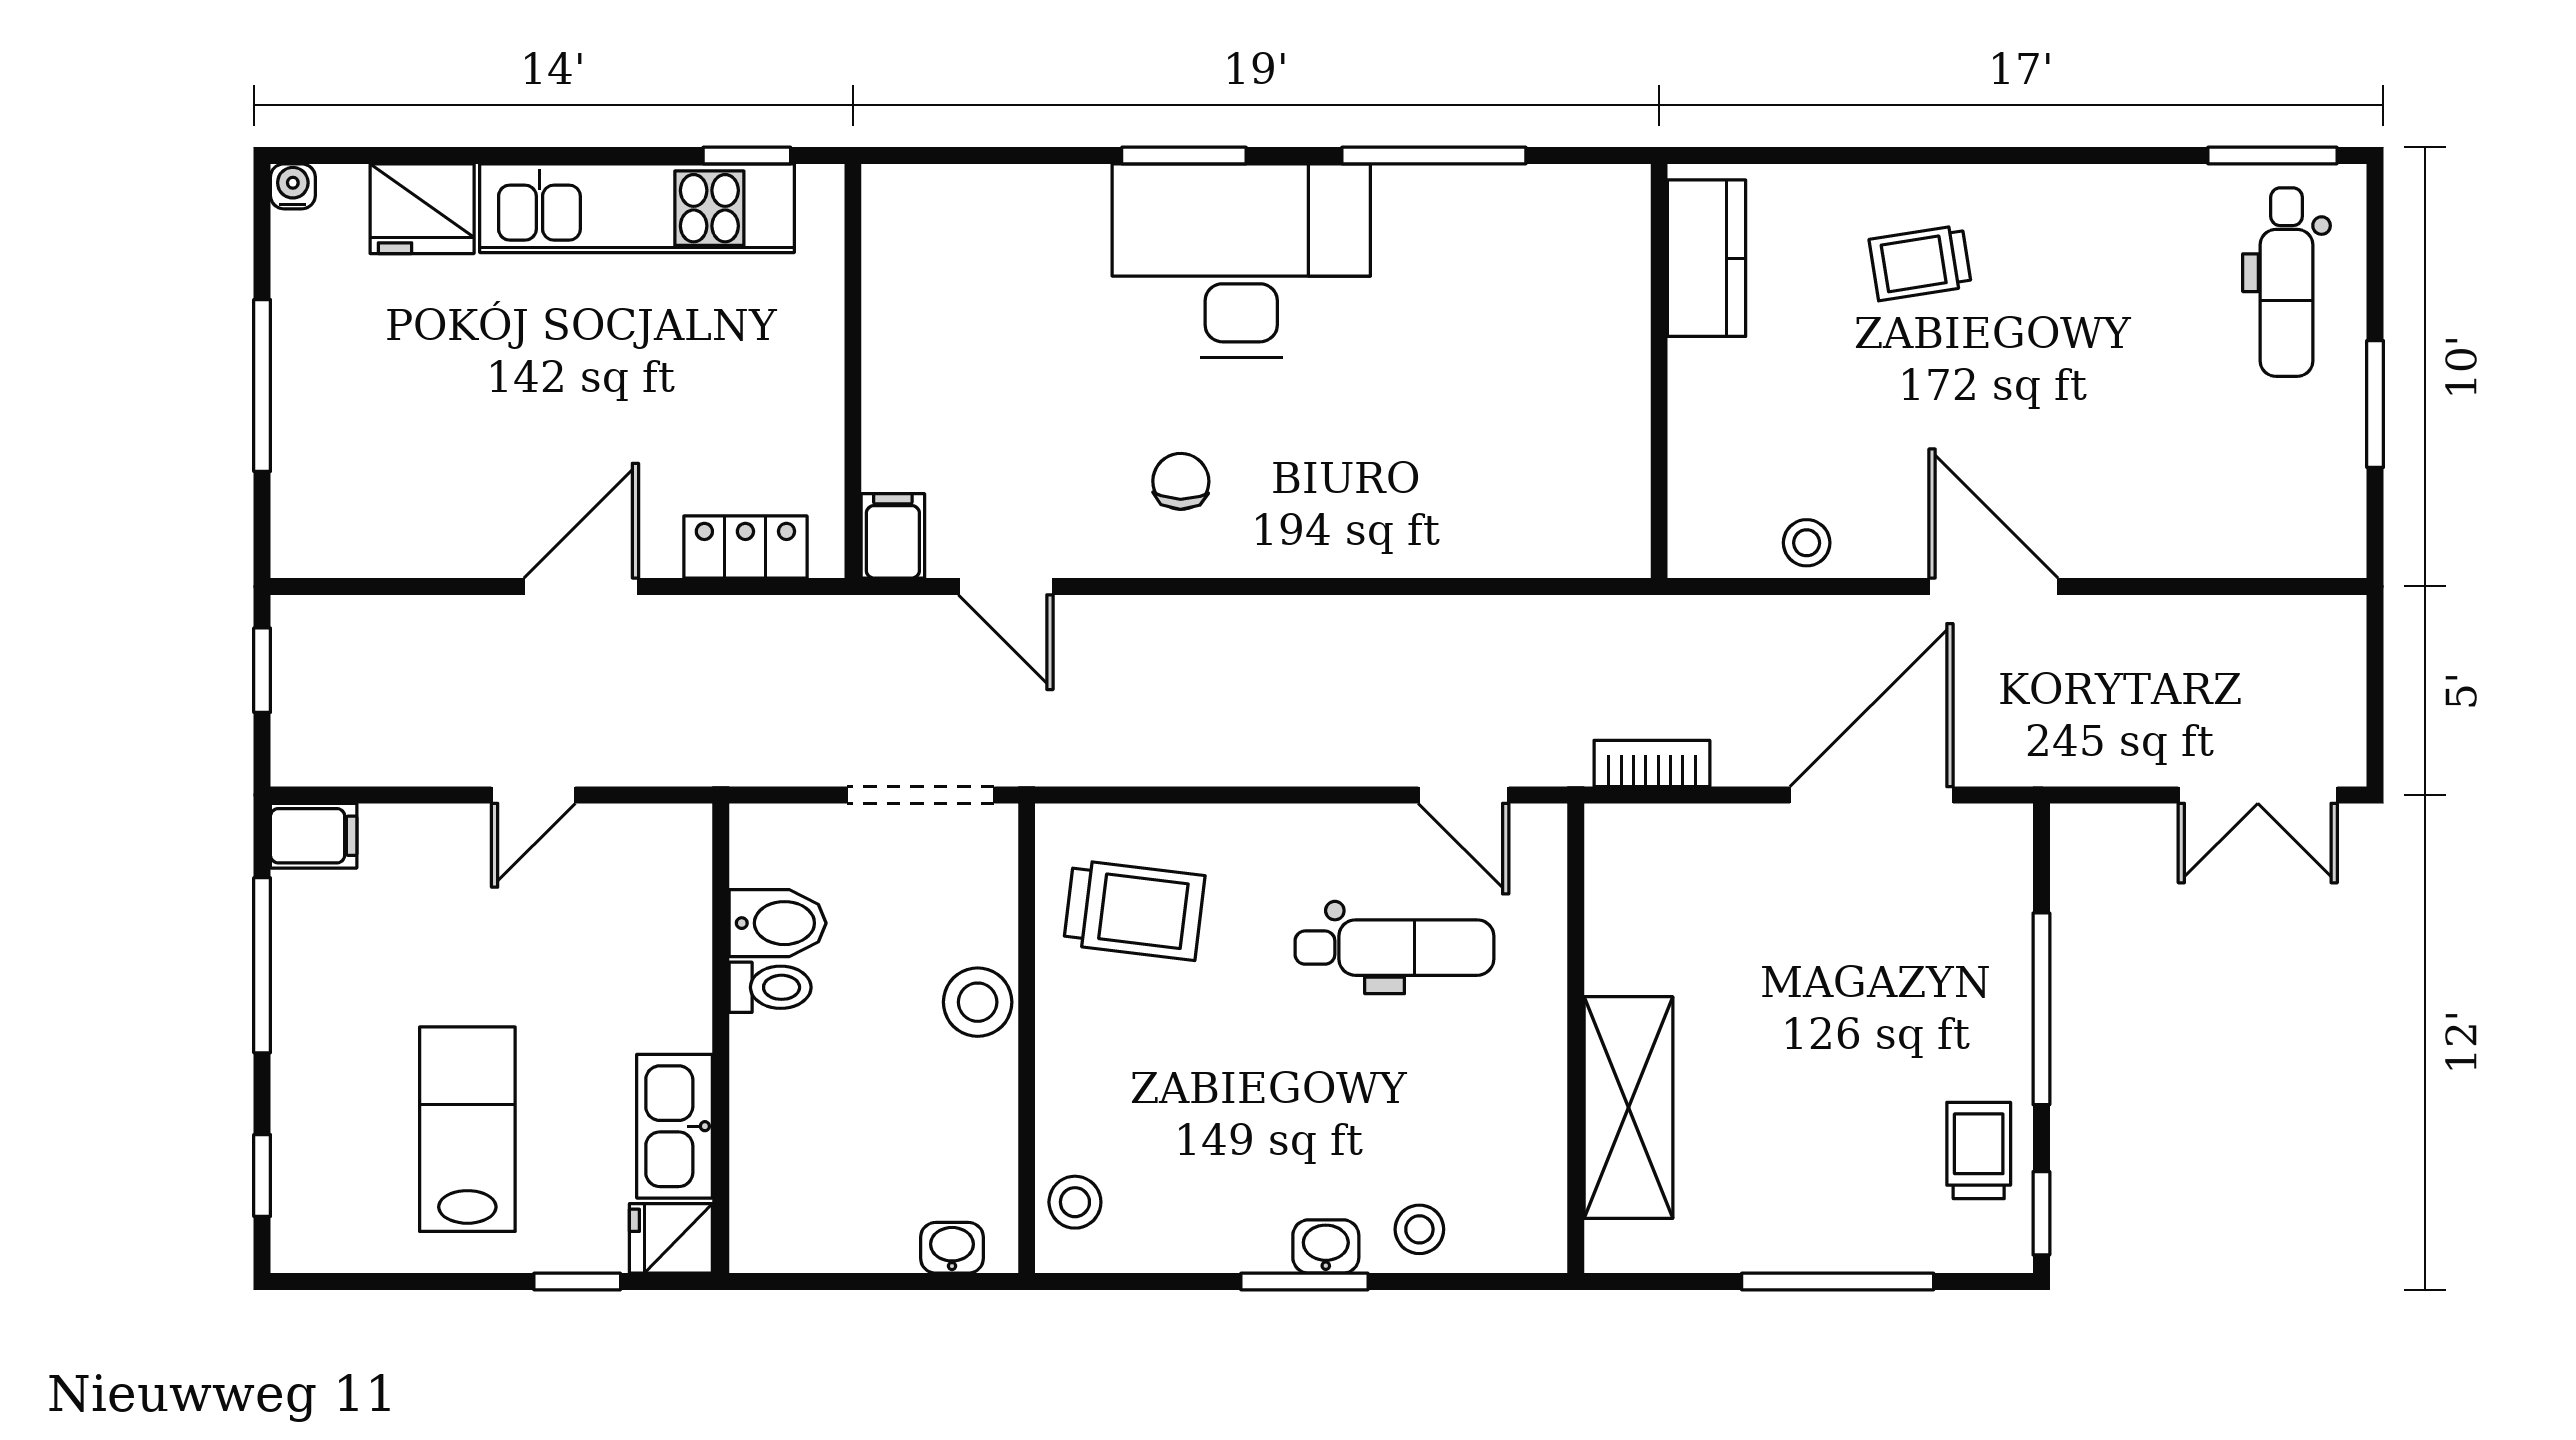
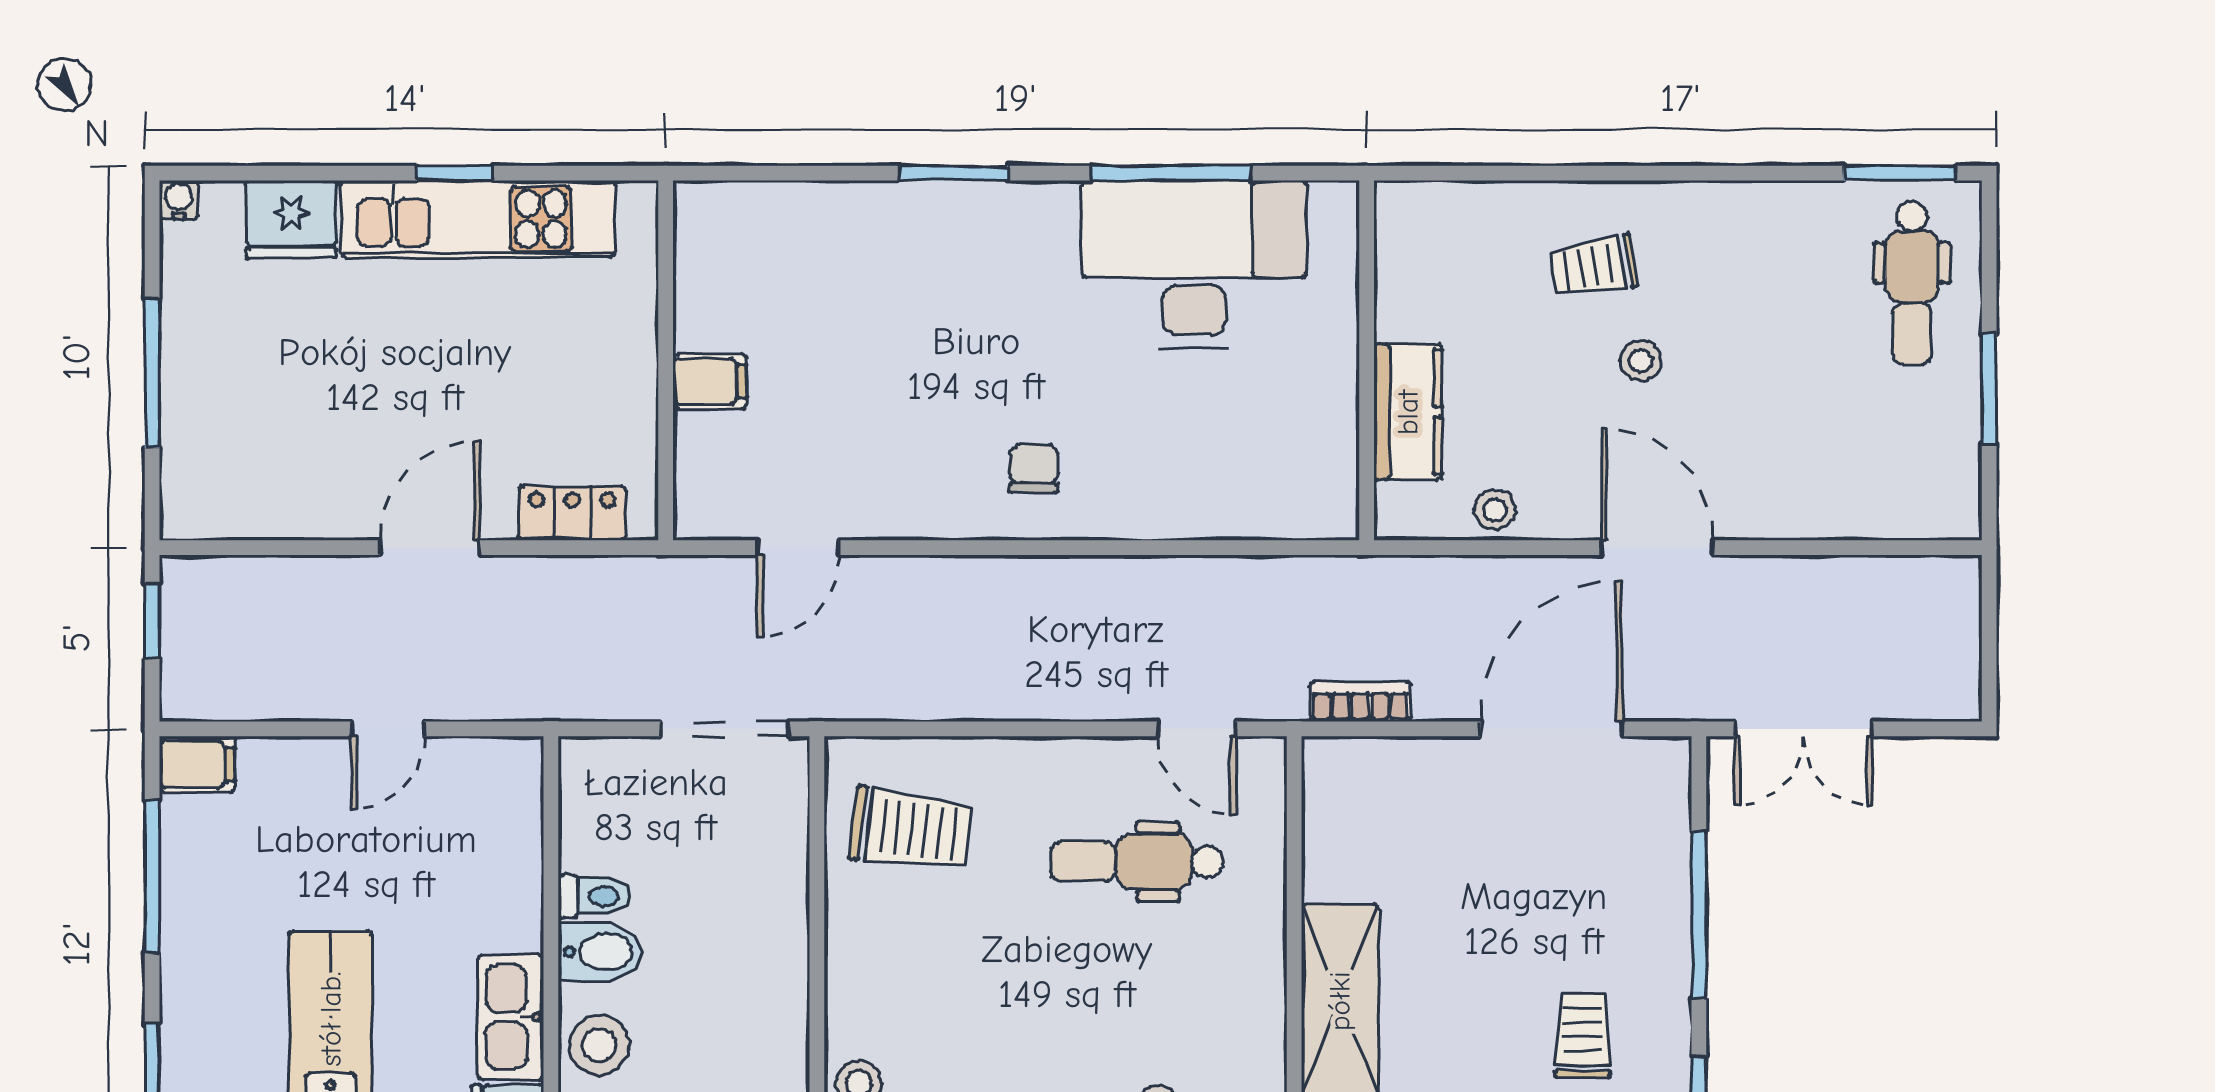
window: (747, 156) -> (455, 173), moved
kitchen counter: (1707, 258) -> (1408, 412), moved
desk: (1241, 261) -> (1194, 264), moved
stool: (1974, 372) -> (1641, 361), added
chair: (1181, 481) -> (1034, 469), moved
filing cabinet: (893, 536) -> (710, 381), moved, turned 90
door: (1006, 586) -> (799, 548), hinge flipped
double door: (2258, 795) -> (1803, 729), moved
bidet: (778, 923) -> (600, 952), moved
dental chair: (1394, 948) -> (1137, 862), turned 180
stool: (978, 1002) -> (599, 1045), moved
trolley: (1979, 1151) -> (1583, 1035), moved

